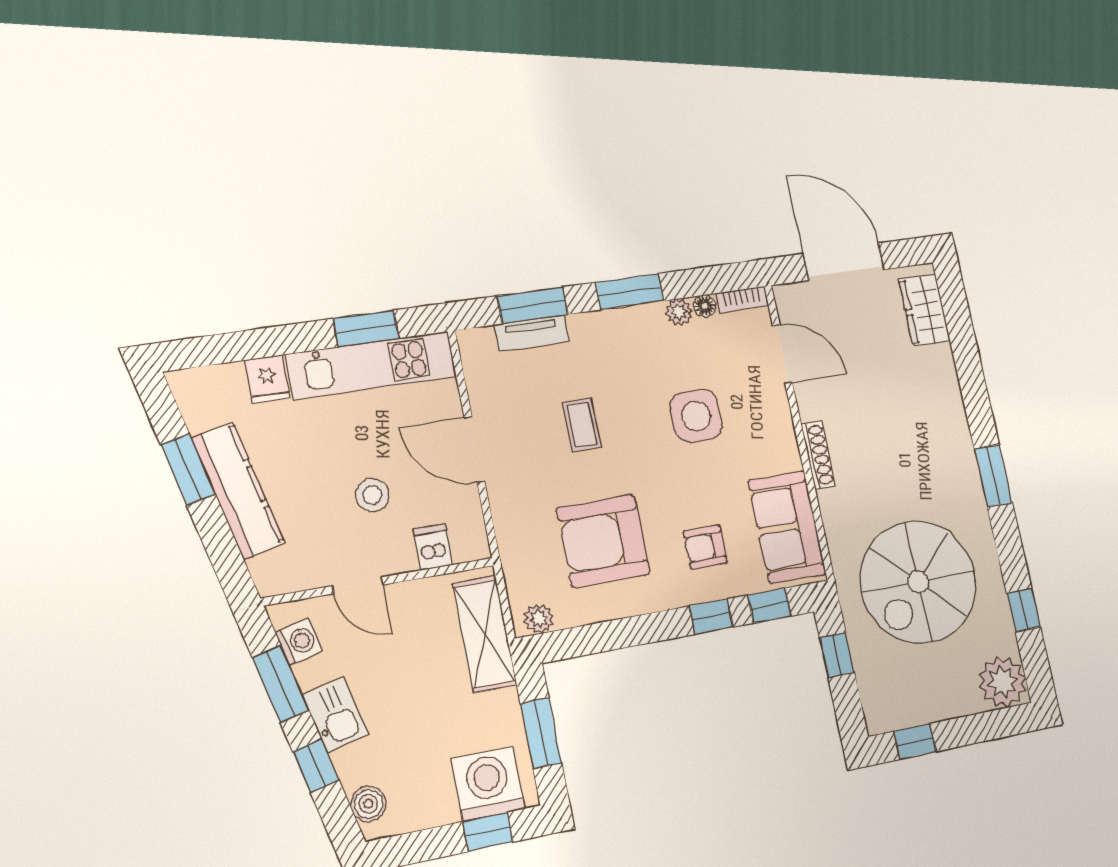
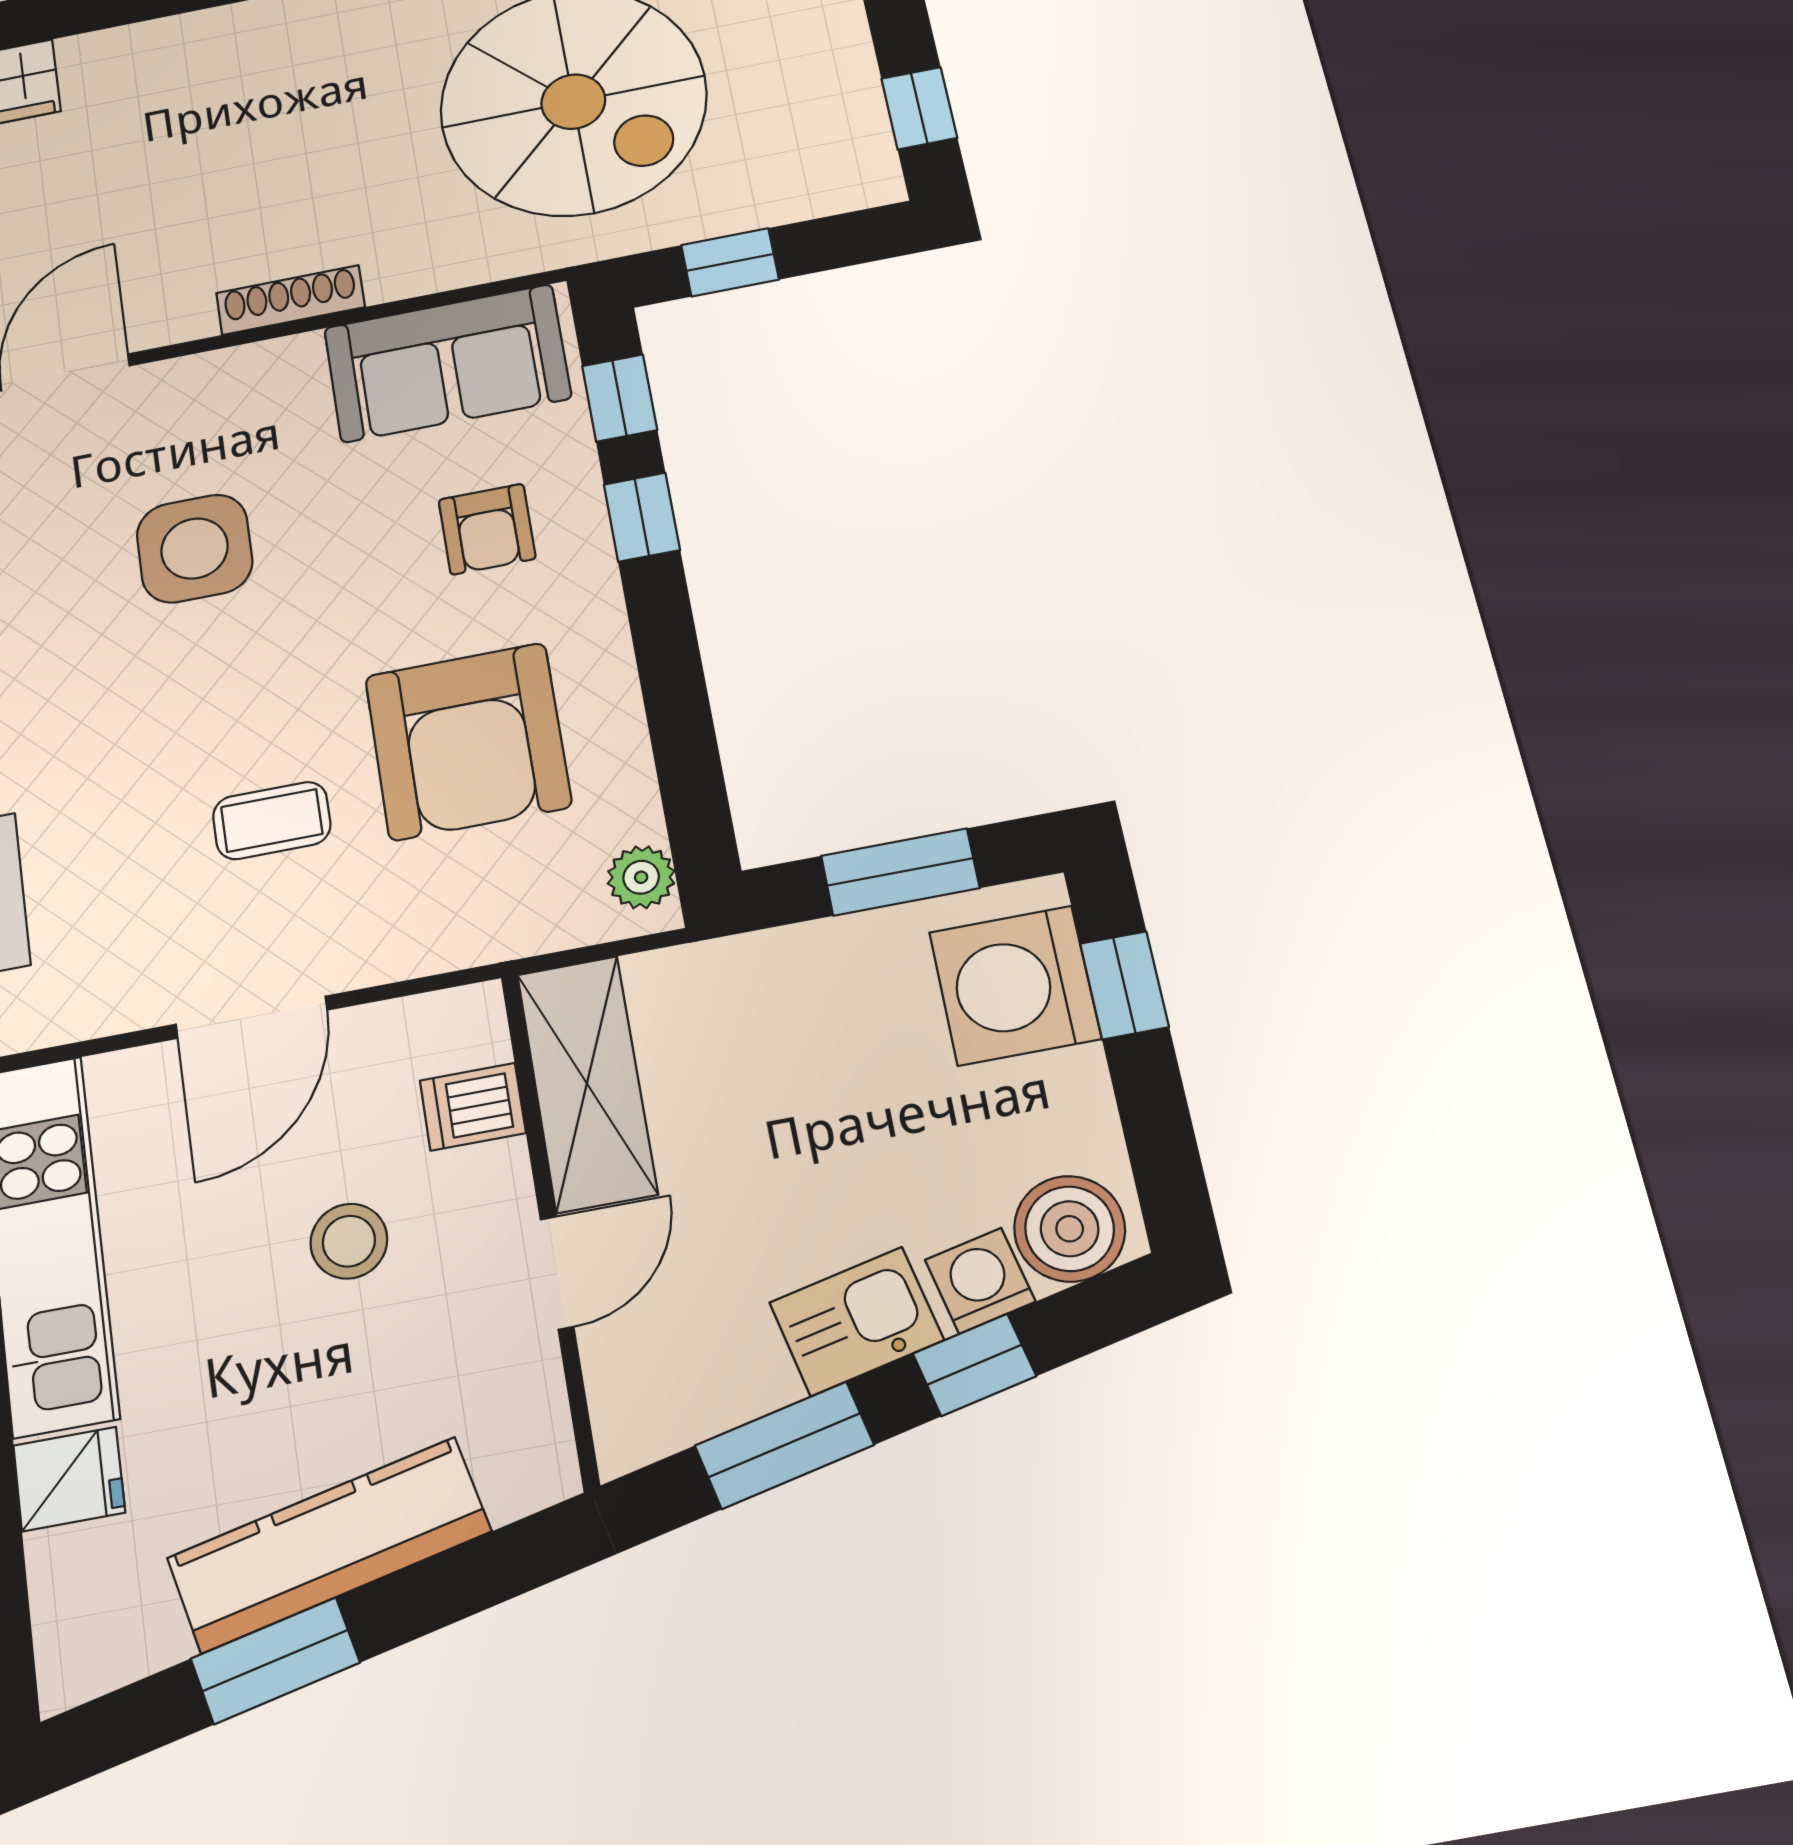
coffee table: (582, 425) -> (272, 821), moved
shelving: (485, 634) -> (587, 1083), moved, turned 90
washing machine: (299, 642) -> (980, 1281), moved
boiler: (368, 804) -> (1070, 1229), width x1.36, depth x1.36

